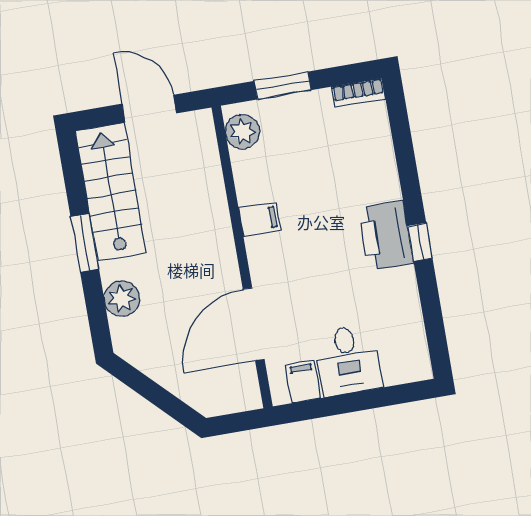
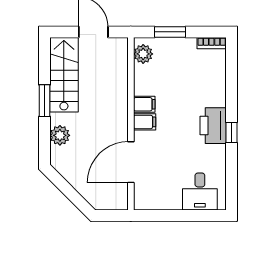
desk: (348, 360) -> (200, 192), moved
filing cabinet: (303, 382) -> (145, 122), moved, turned 90

